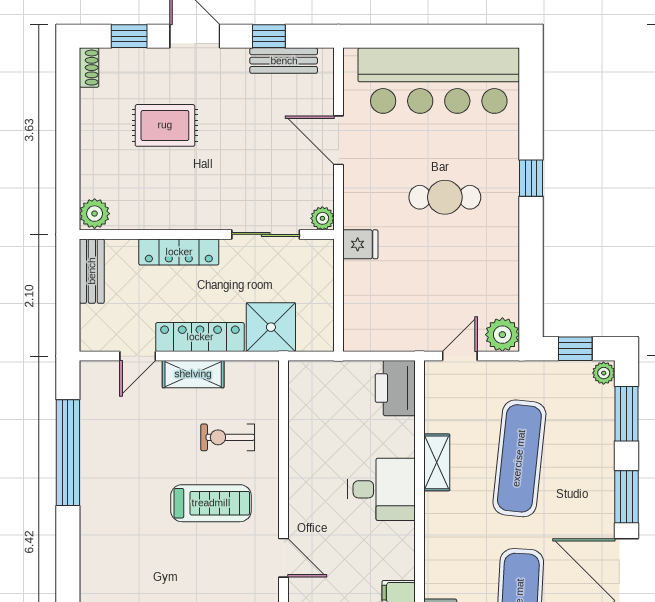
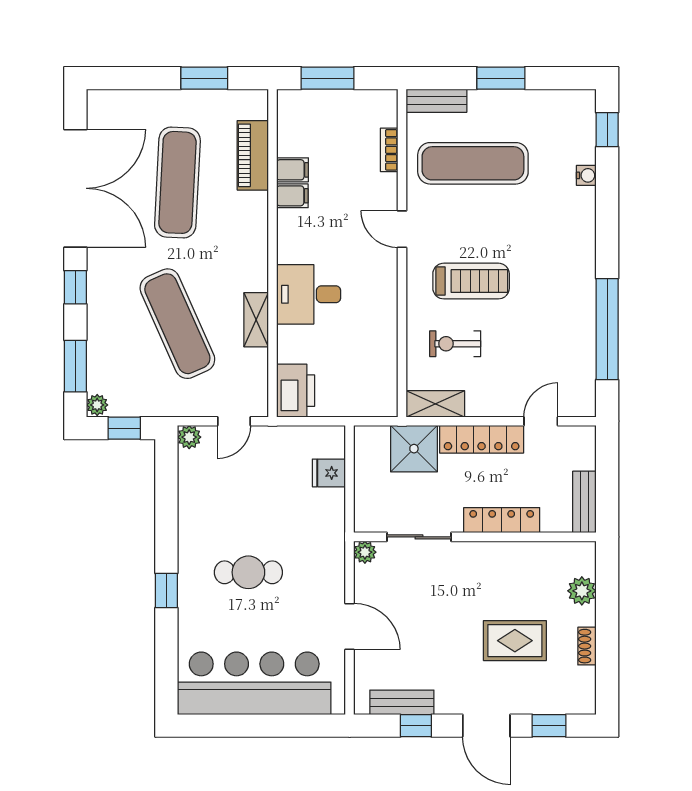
shoe rack: (89, 68) -> (587, 646), moved
plant: (95, 214) -> (582, 591), moved
fridge: (360, 244) -> (329, 473), moved
plant: (502, 335) -> (189, 437), width x0.73, depth x0.73
shelving: (193, 374) -> (435, 404), moved
exercise bike: (228, 437) -> (455, 344), turned 180
exercise mat: (519, 458) -> (177, 324), turned -30
window: (627, 497) -> (75, 287), width x0.67
treadmill: (211, 503) -> (471, 281), turned 180

